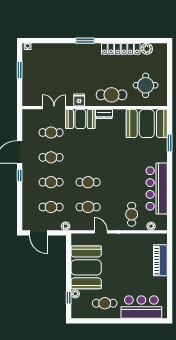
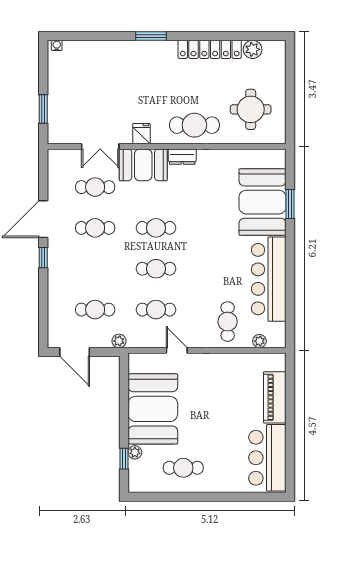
window: (20, 70) -> (43, 109), moved
double door: (54, 108) -> (100, 146), swing flipped
booth: (147, 123) -> (263, 202), moved, turned 90
cafe table: (51, 182) -> (156, 228), moved
bar counter: (141, 307) -> (267, 458), moved, turned -90

